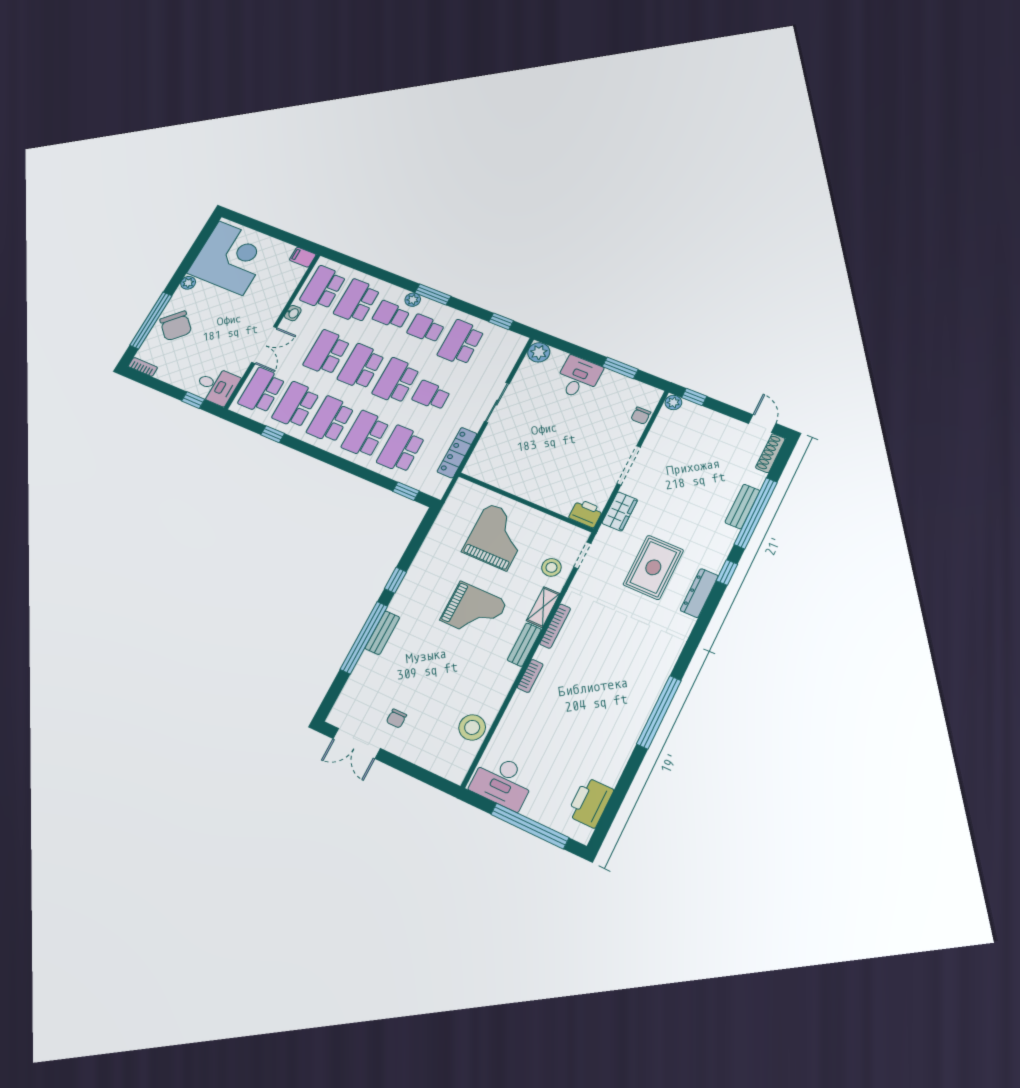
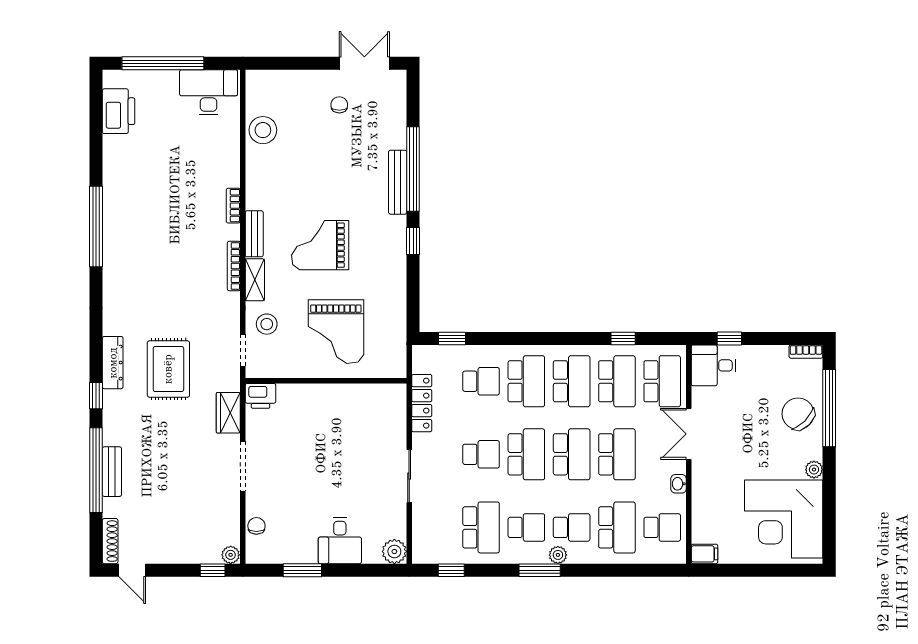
school desk: (323, 288) -> (662, 527), width x0.54
school desk: (401, 449) -> (481, 381), width x0.54
bench: (382, 633) -> (398, 182), width x1.36

